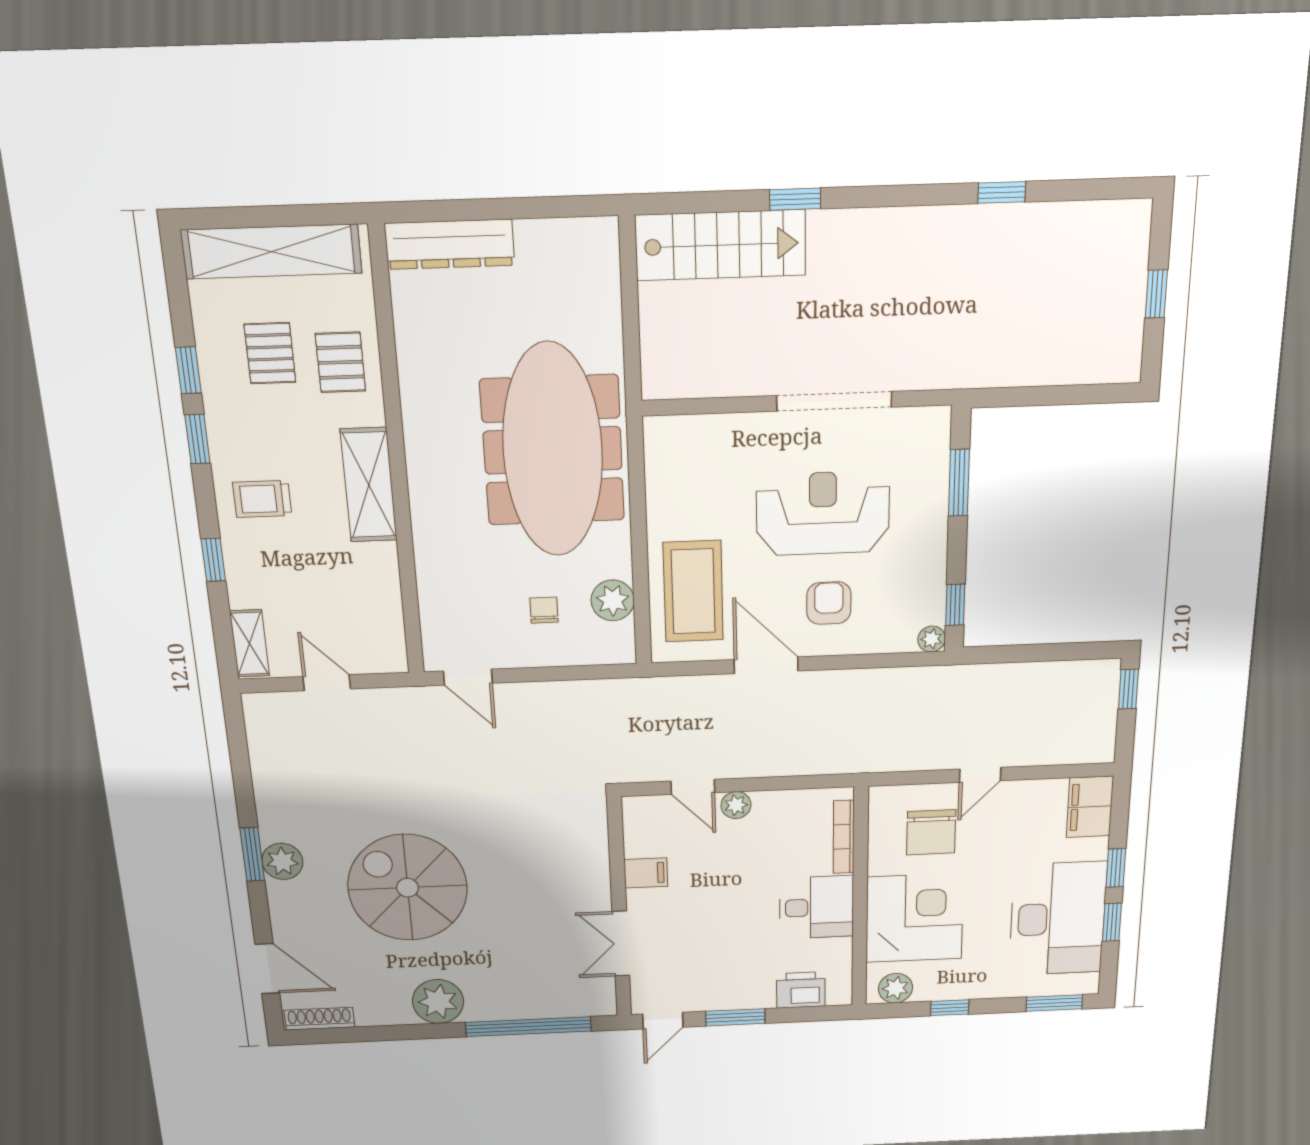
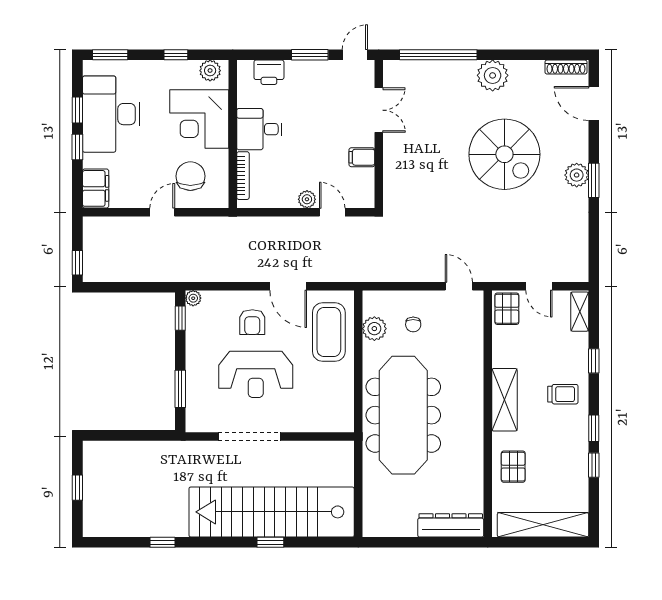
stairs: (721, 245) -> (272, 512), width x1.86, depth x1.51
pallet: (270, 353) -> (507, 309), moved

